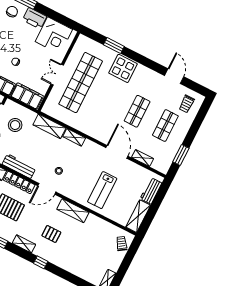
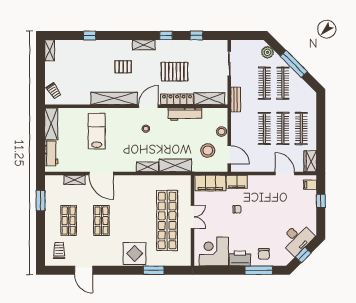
shelving: (73, 211) -> (114, 98), width x1.47
window: (41, 262) -> (90, 35), moved

